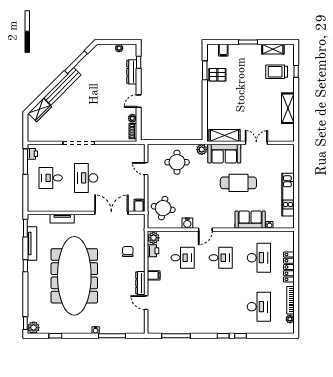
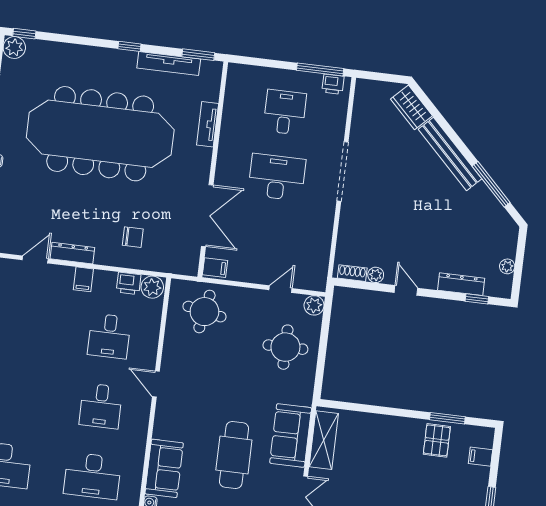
plant: (202, 150) -> (314, 305), moved
water cooler: (187, 223) -> (172, 353), removed

